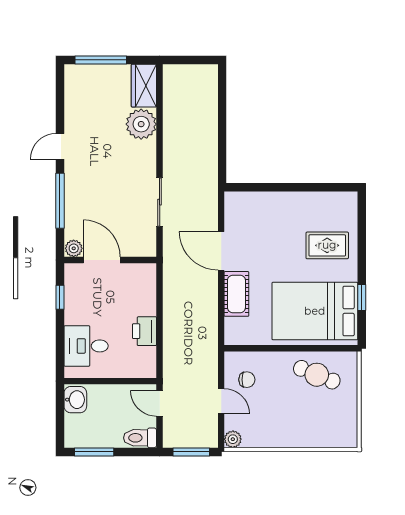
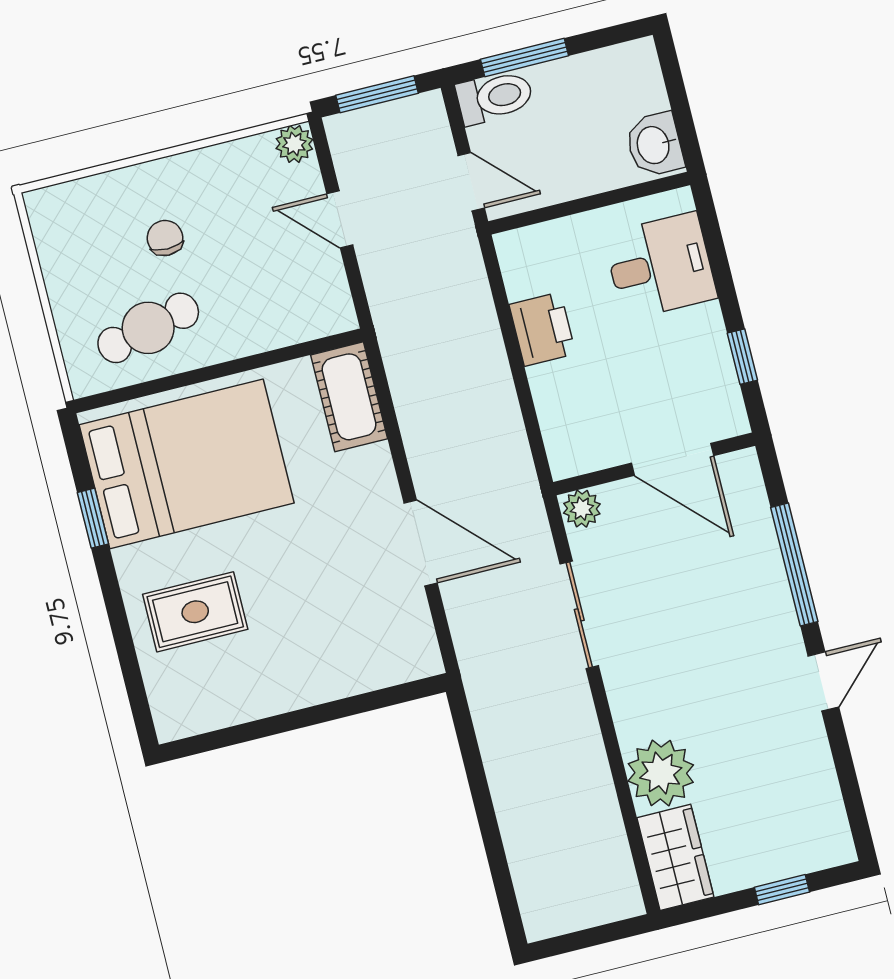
window: (101, 60) -> (782, 890), width x0.46
plant: (74, 248) -> (582, 509), moved
cot: (236, 294) -> (349, 397), moved
cafe table: (317, 375) -> (148, 328), turned -35
chair: (247, 380) -> (165, 238), moved, turned 90
window: (94, 452) -> (525, 58), moved

